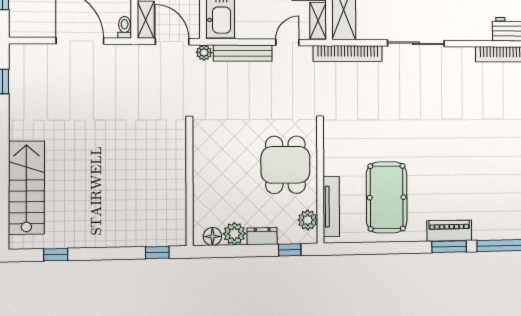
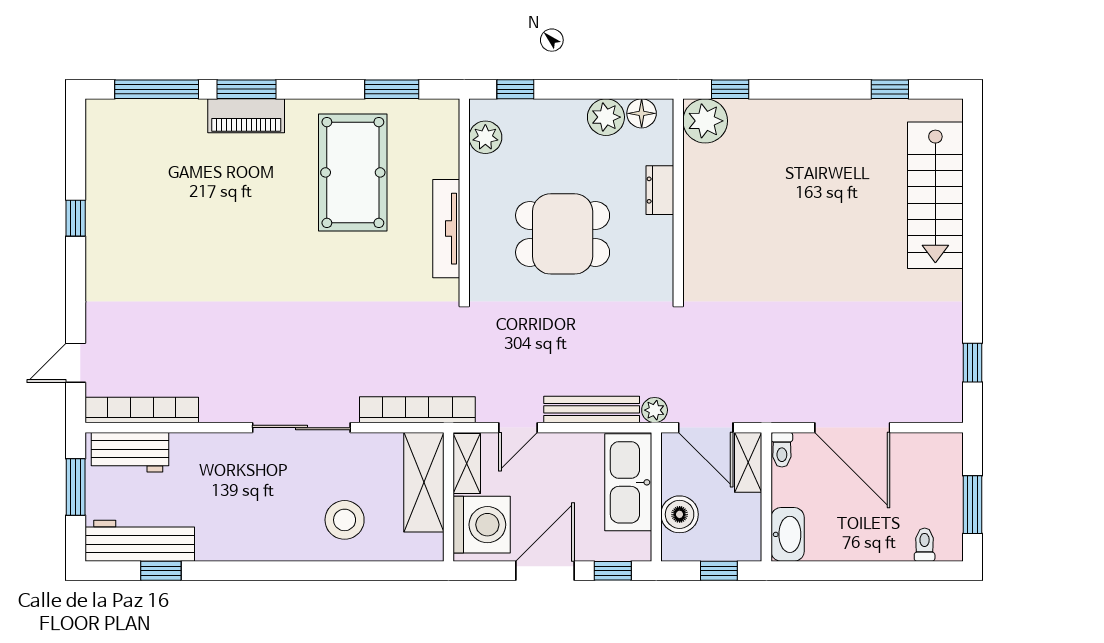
dining table: (285, 165) -> (563, 234), moved, turned 90
tv unit: (331, 207) -> (446, 229), moved
plant: (173, 232) -> (705, 121), added
dresser: (262, 236) -> (660, 190), moved, turned 90
window: (364, 248) -> (392, 89), added

